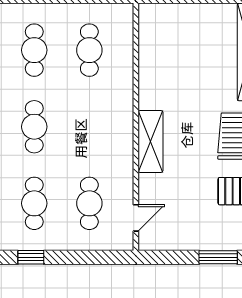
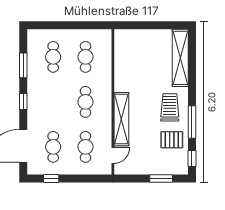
cafe table: (34, 127) -> (86, 102), moved
shelving: (150, 141) -> (121, 119), width x1.47

